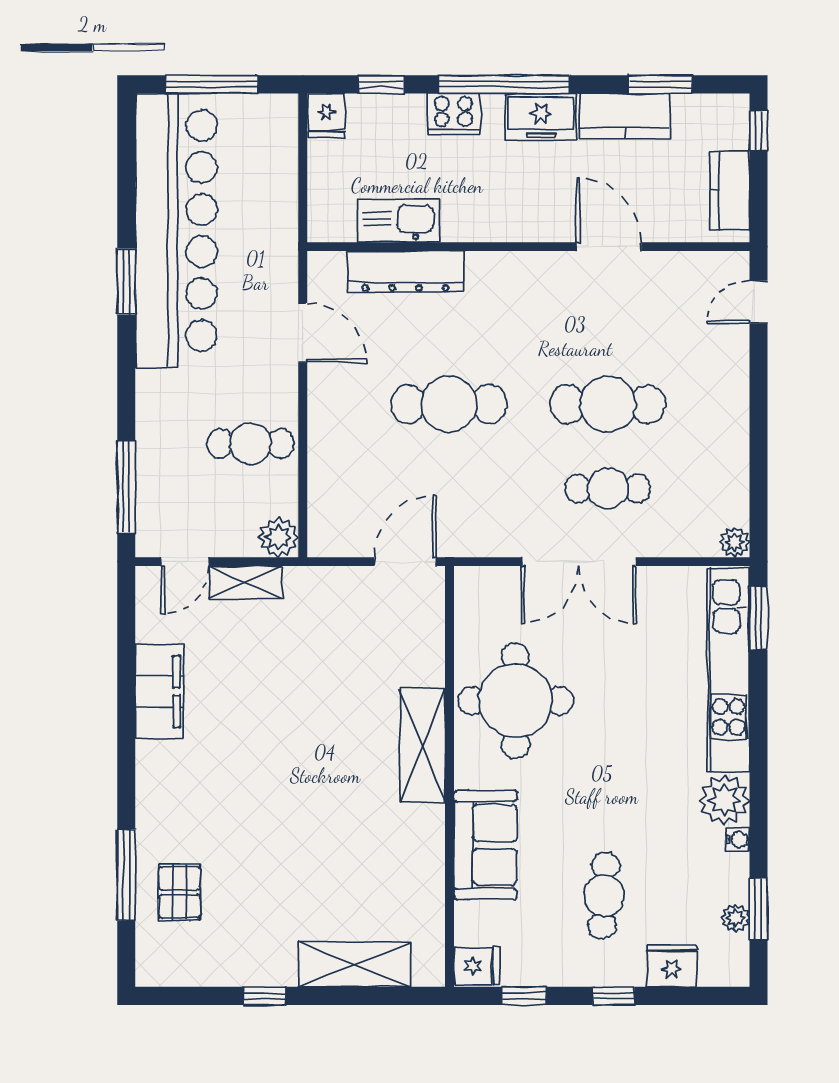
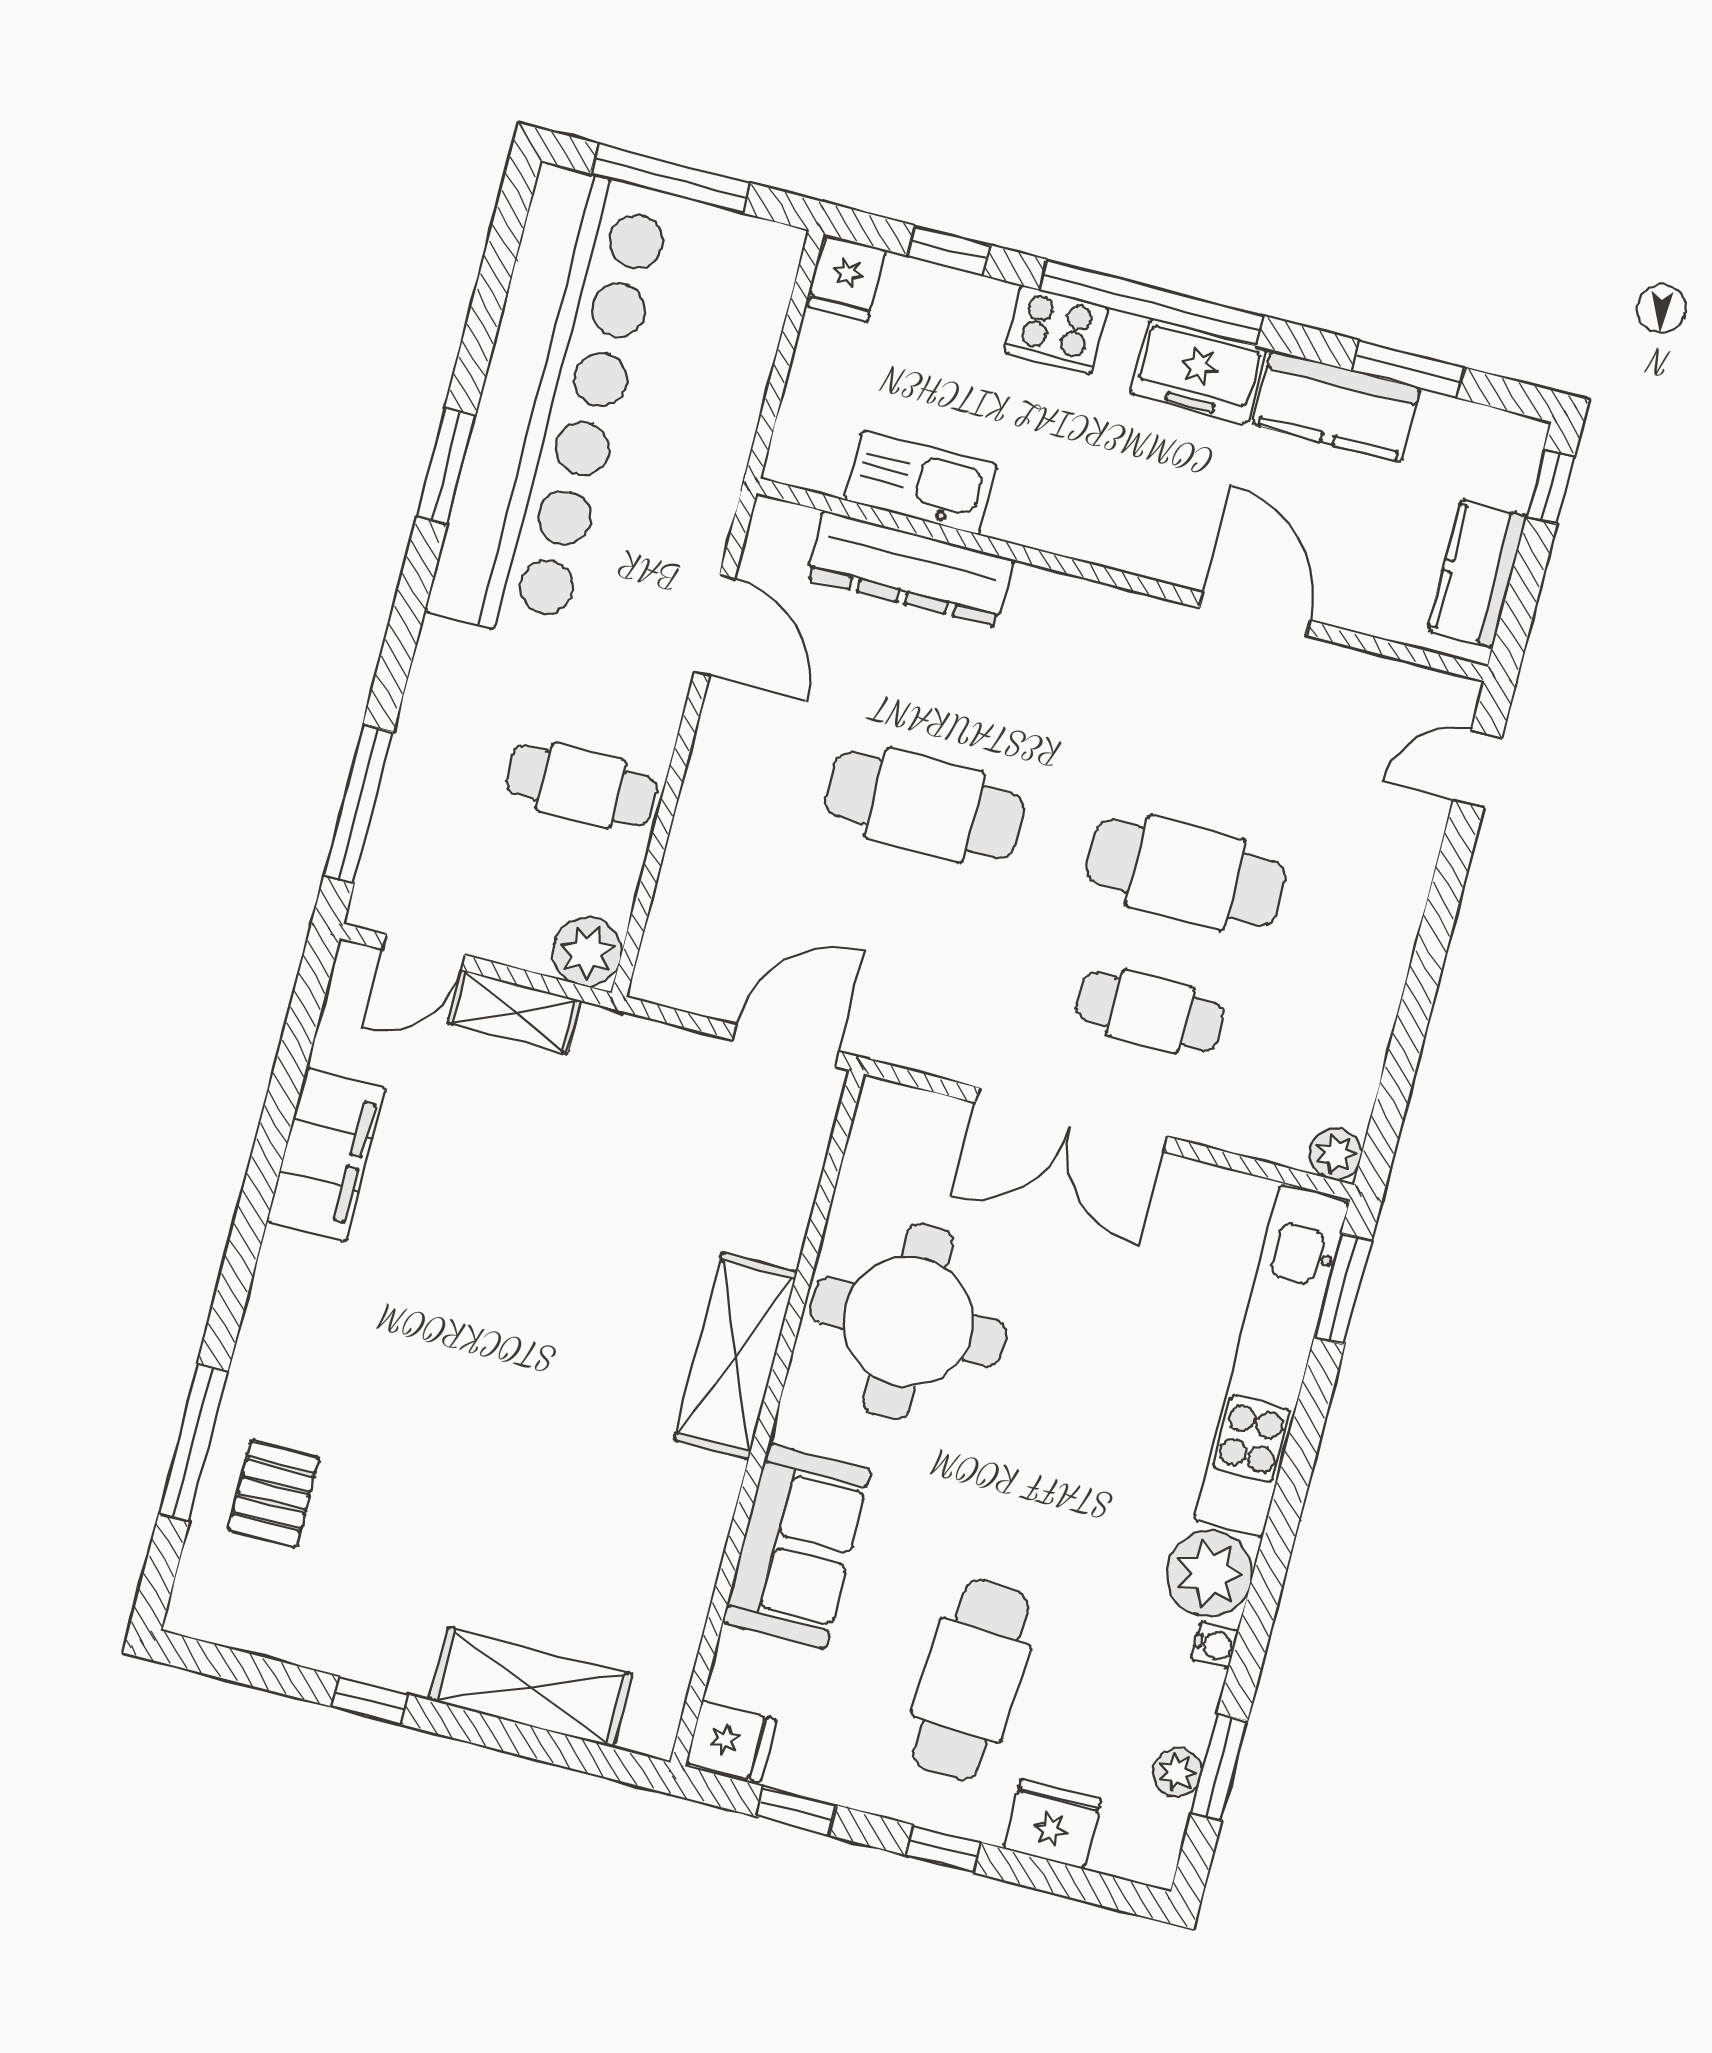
cafe table: (604, 896) -> (971, 1680), width x1.37, depth x1.35

